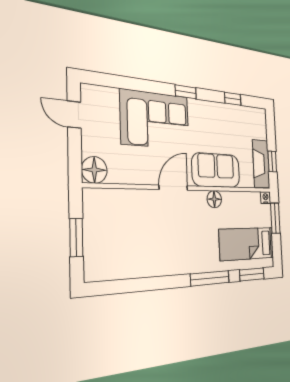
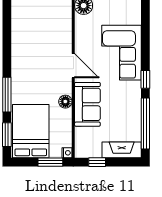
window: (233, 99) -> (145, 124), width x3.17
fireplace: (261, 164) -> (122, 150), moved
bed: (247, 244) -> (31, 131), width x1.50

